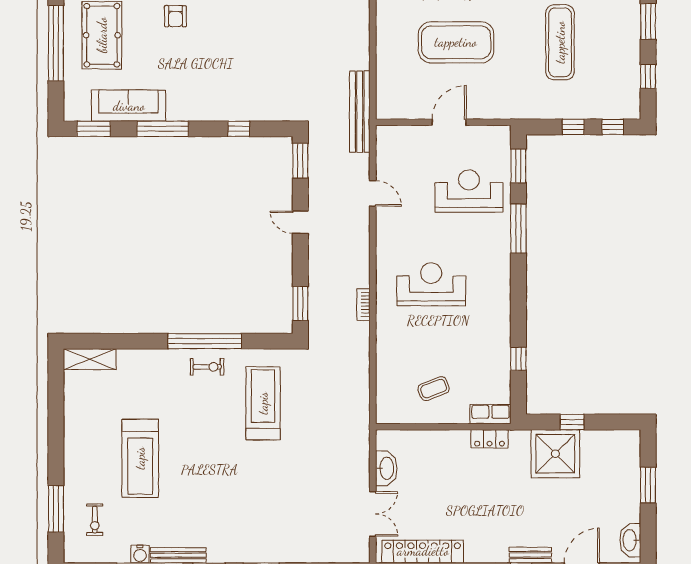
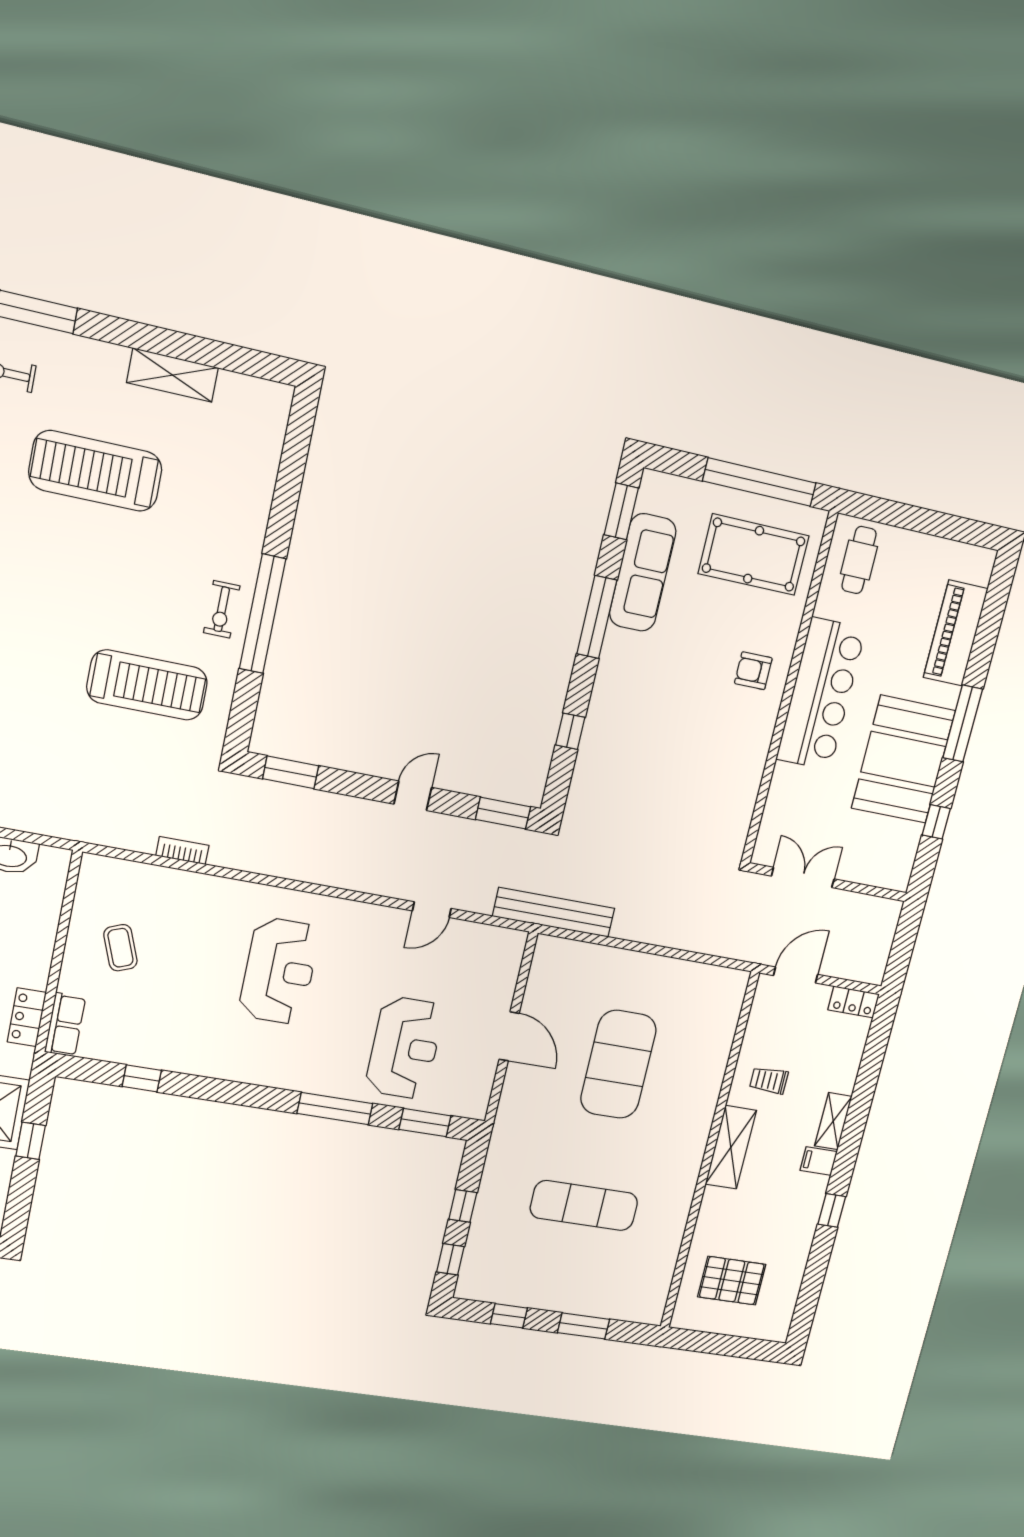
bookcase: (363, 305) -> (182, 851), moved
shelving: (90, 359) -> (172, 375), moved, turned 90

